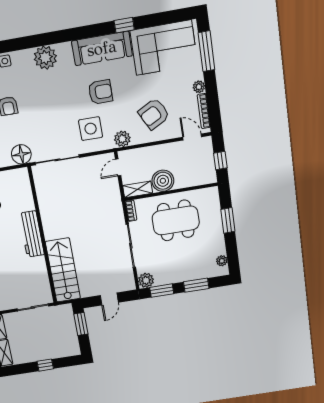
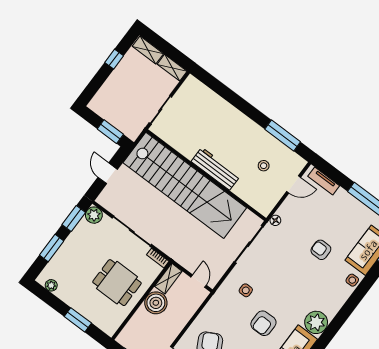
plant: (45, 58) -> (316, 322), moved
side table: (91, 129) -> (246, 290), width x0.54, depth x0.54
plant: (122, 139) -> (216, 305), removed
floor lamp: (21, 154) -> (275, 220), width x0.53, depth x0.53
dining table: (176, 220) -> (117, 283), width x0.73
stairs: (63, 270) -> (185, 185), width x1.86, depth x1.51
window: (45, 365) -> (114, 59), moved

